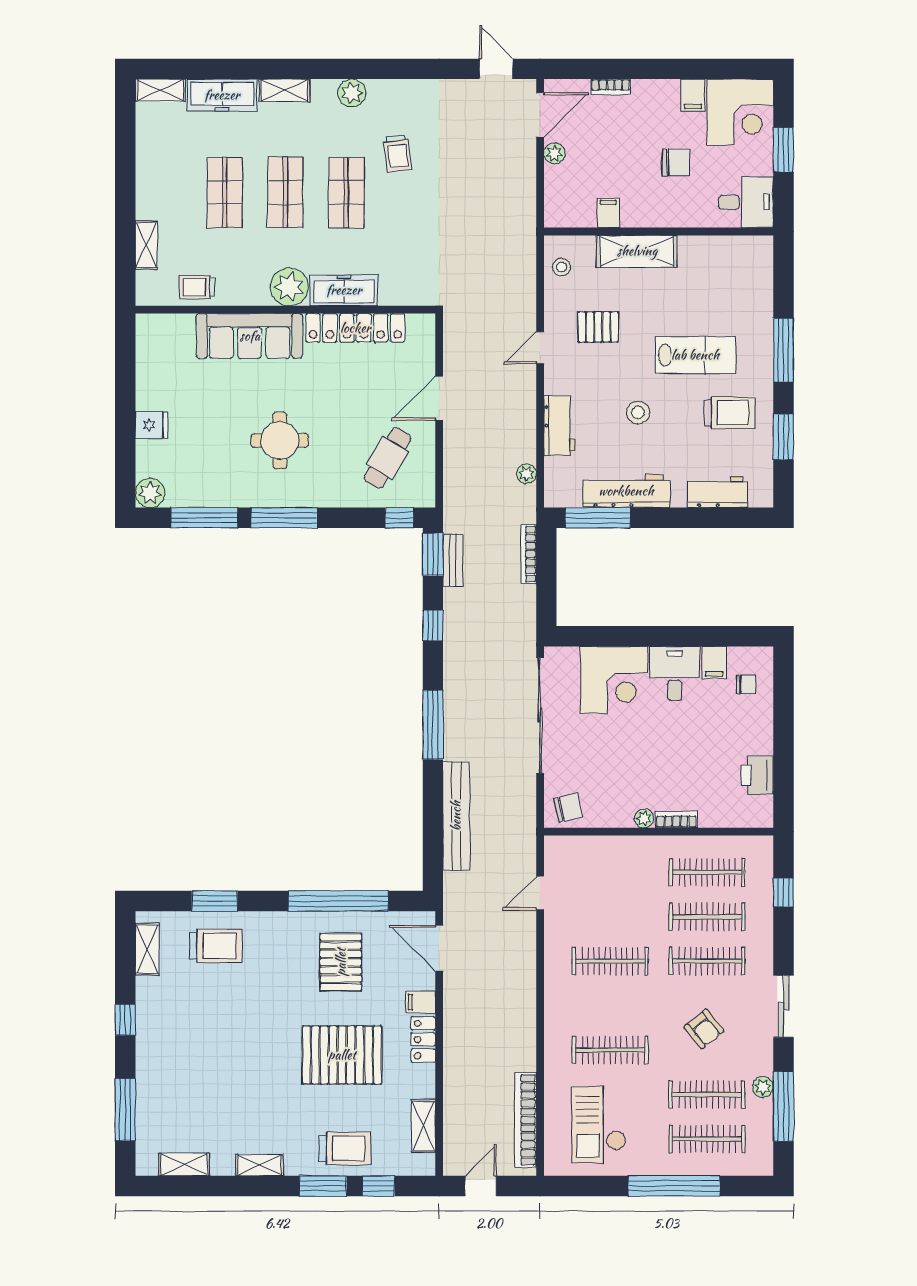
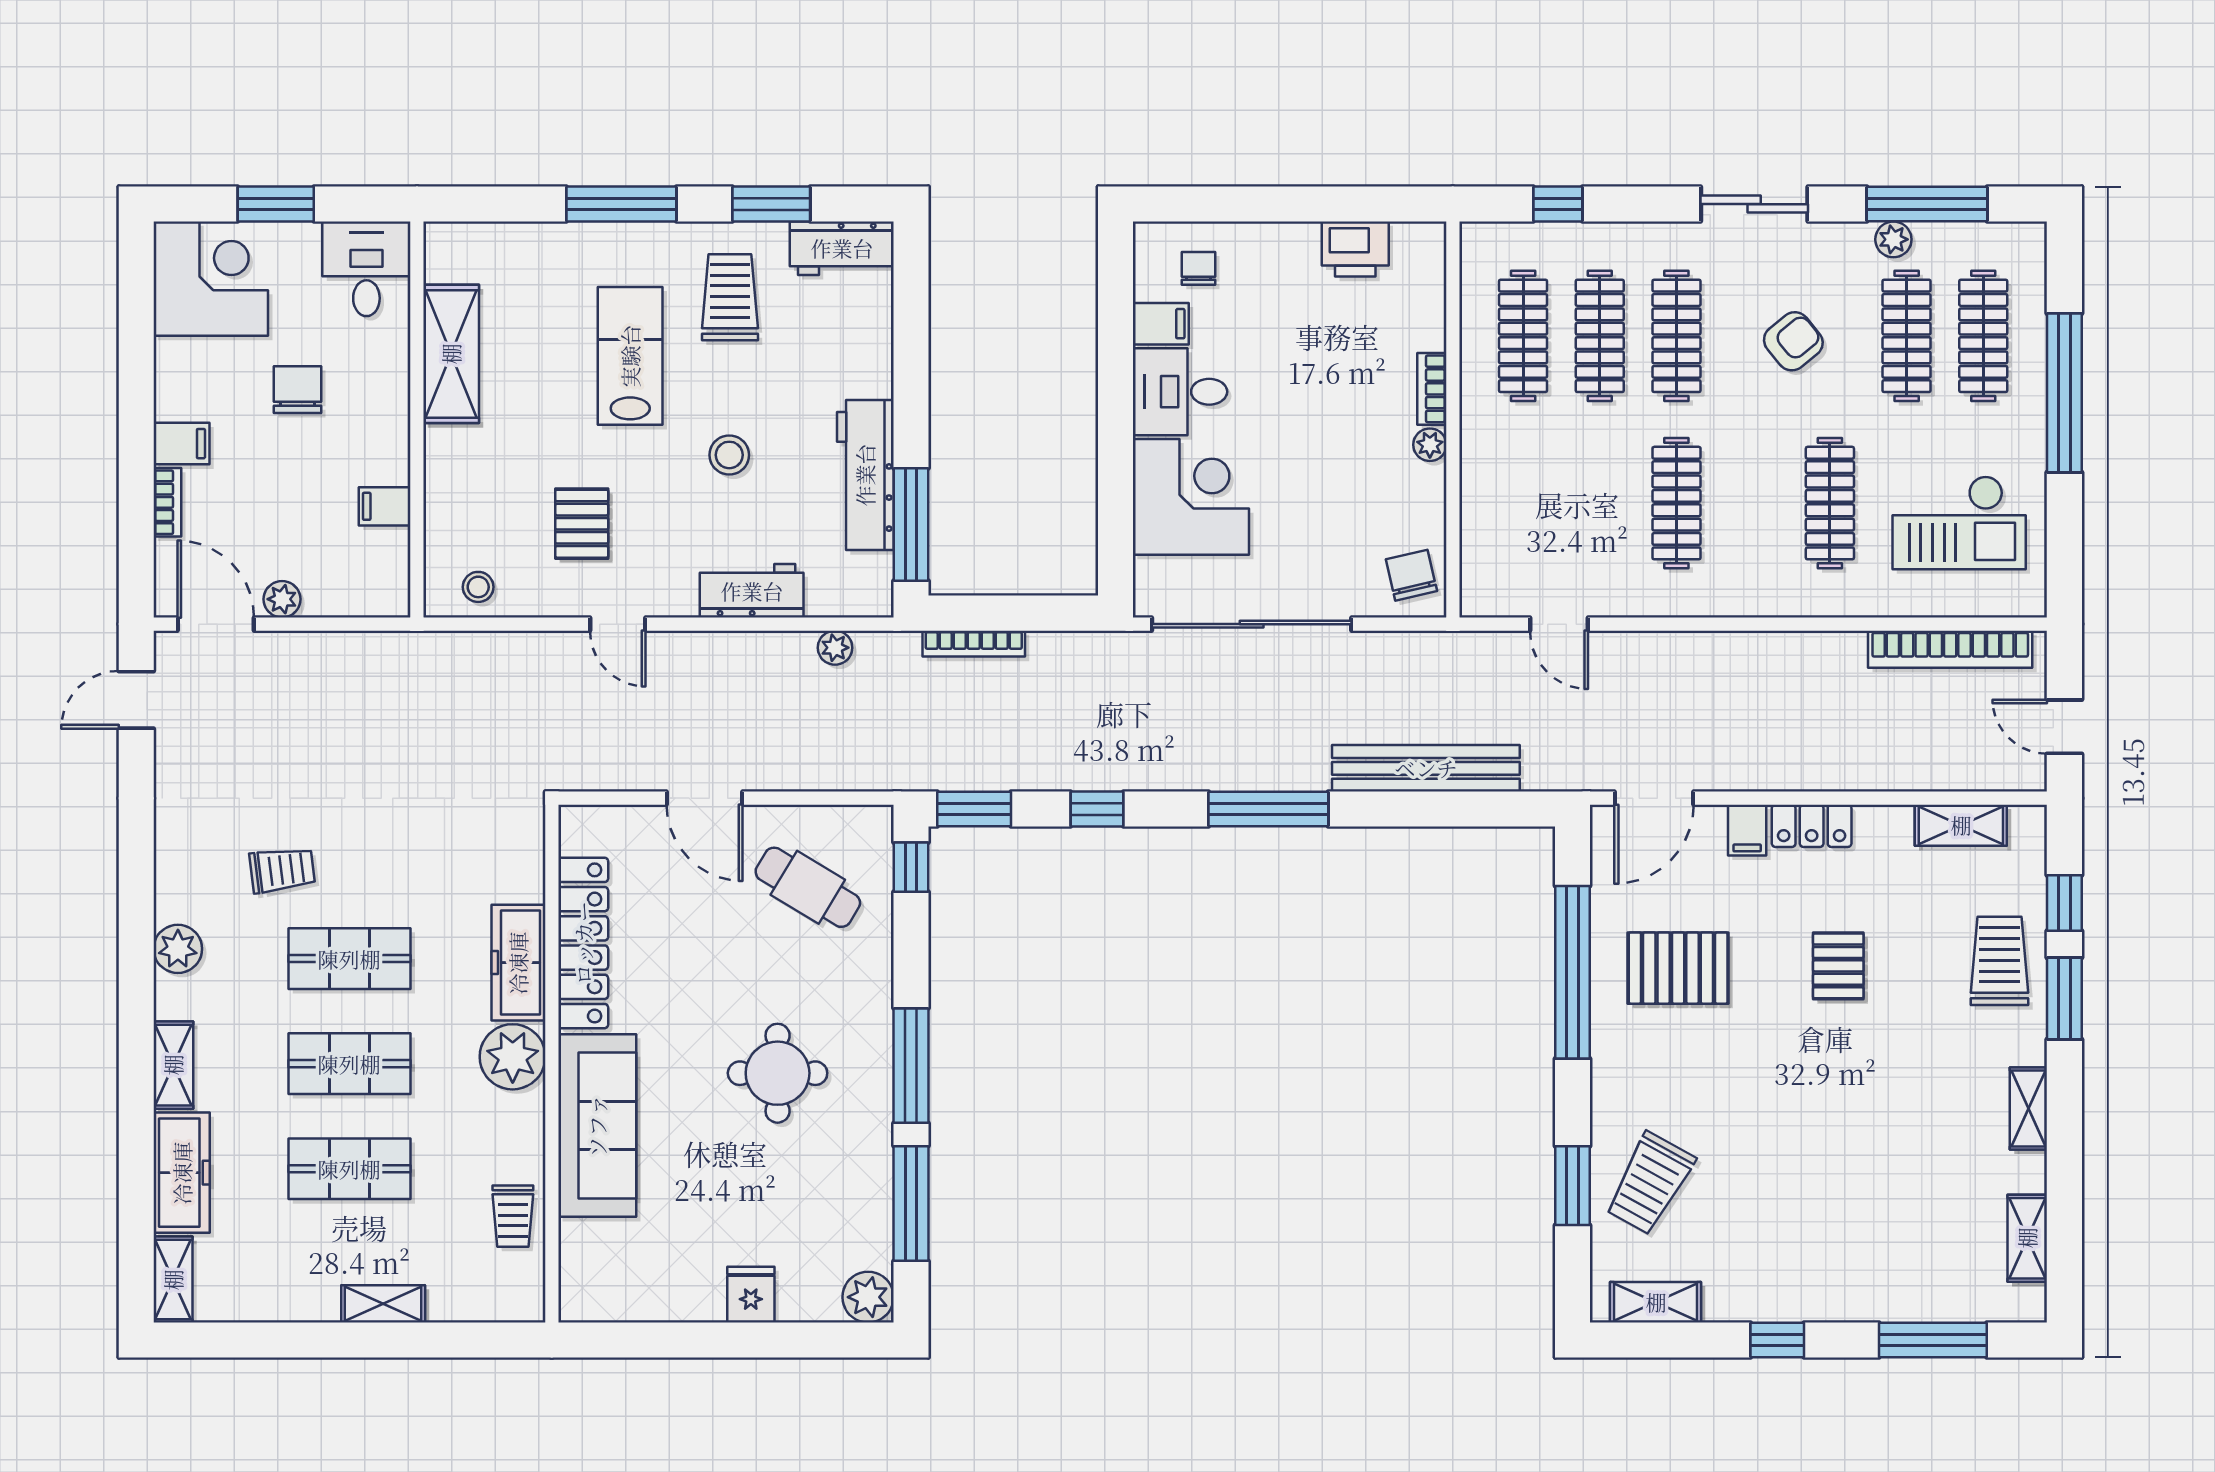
filing cabinet: (693, 95) -> (181, 444), moved
shelving: (146, 245) -> (383, 1304), moved
shelving: (637, 251) -> (451, 354), moved
workbench: (717, 492) -> (842, 248), moved, turned -90
bench: (453, 560) -> (984, 774), removed
trolley: (216, 946) -> (1650, 1183), turned -151
pallet: (342, 1055) -> (1838, 966), width x0.49, depth x0.50

